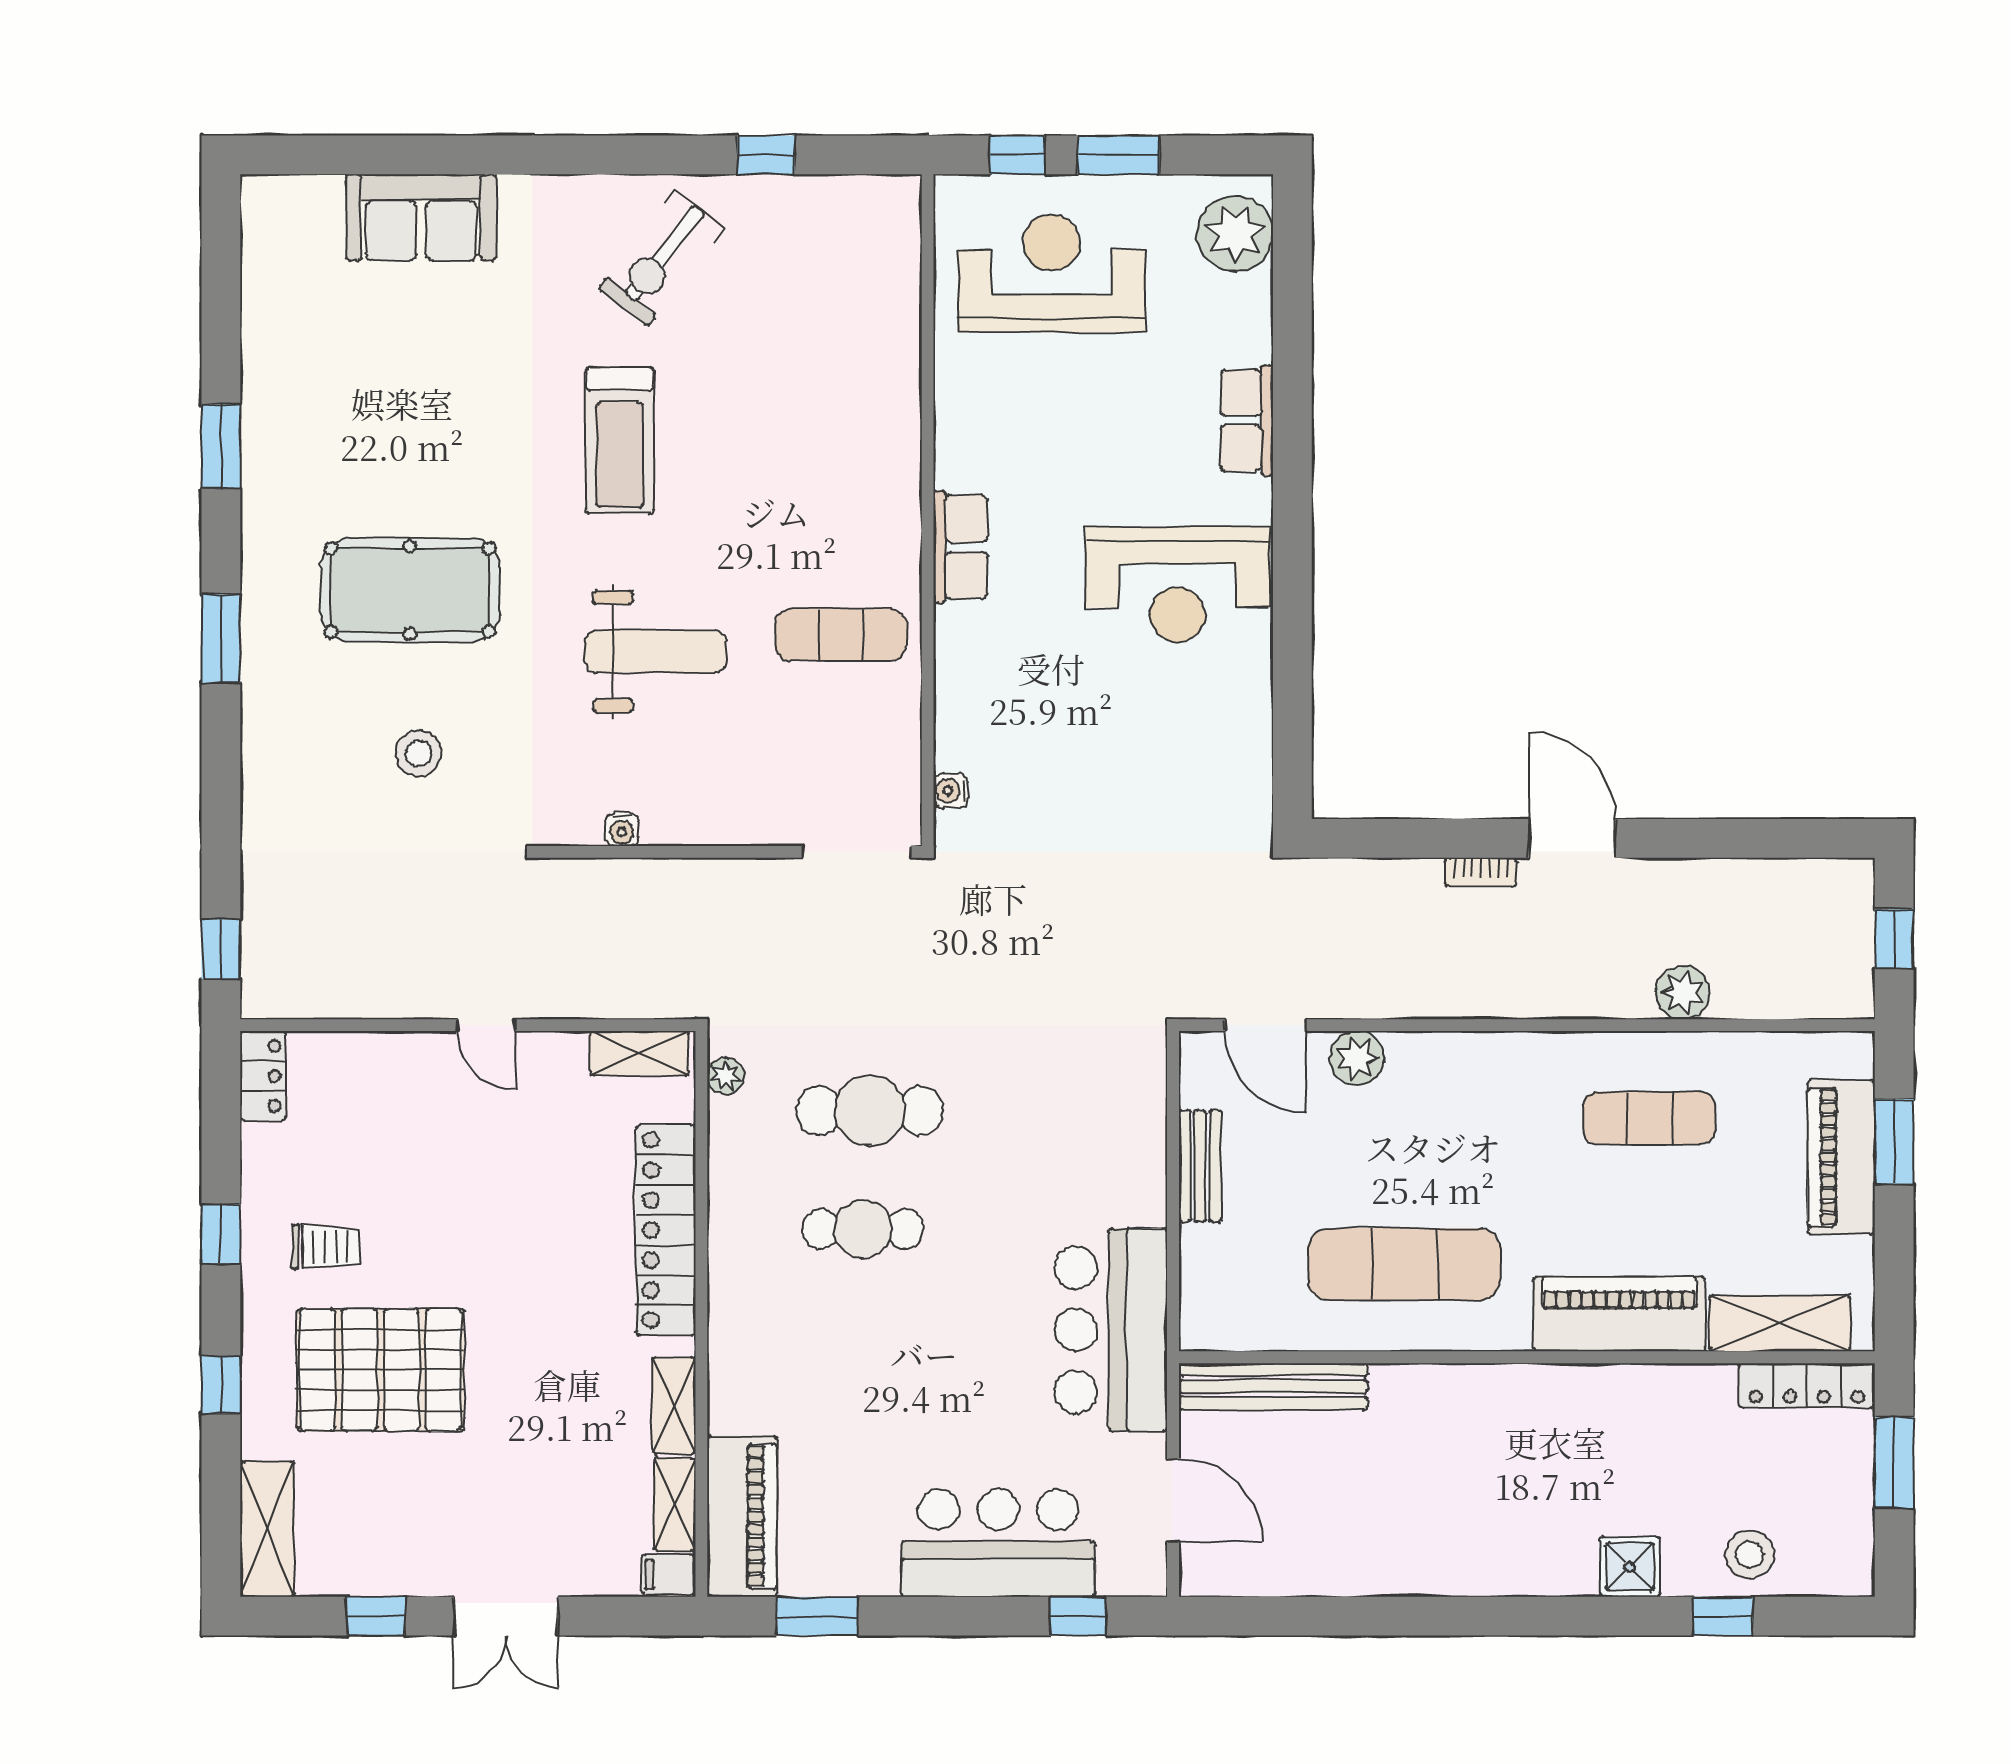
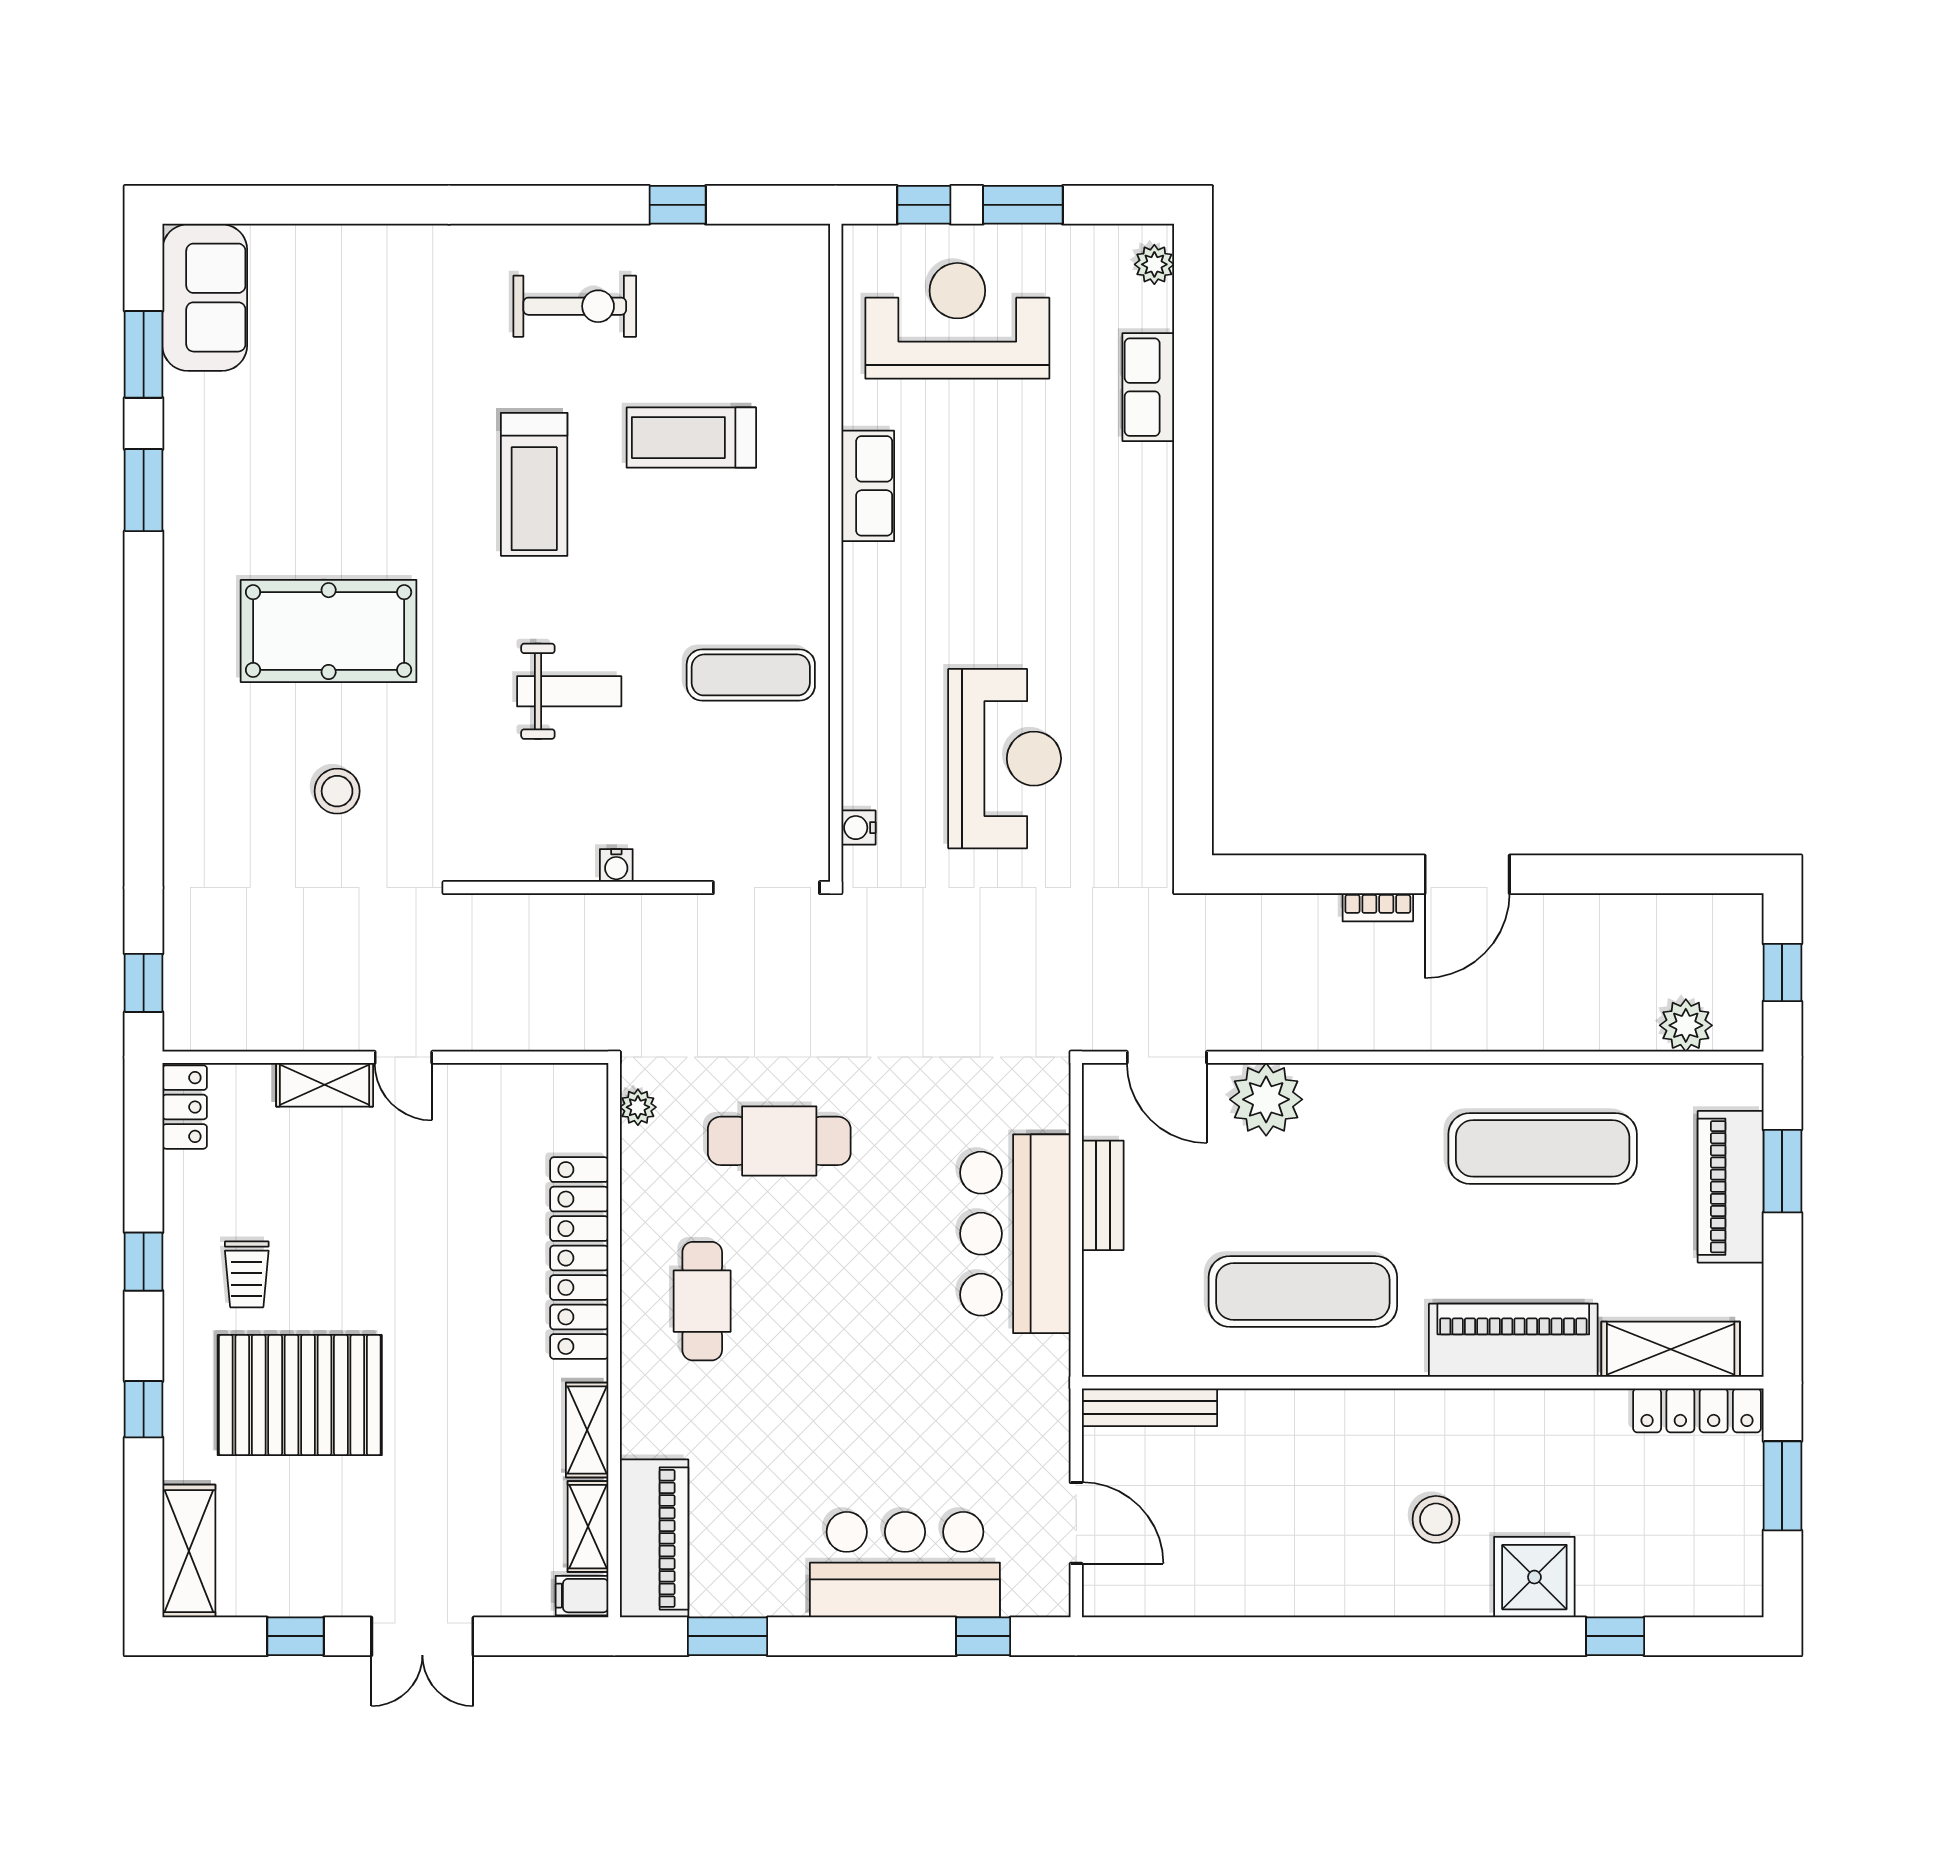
sofa: (421, 217) -> (205, 298), moved, turned -90
plant: (1235, 234) -> (1154, 264), width x0.53, depth x0.53
exercise bike: (661, 258) -> (575, 306), turned -128
treadmill: (780, 393) -> (691, 438), added
row of seats: (1247, 420) -> (1148, 387), moved
row of seats: (960, 547) -> (868, 486), moved
reception desk: (1177, 585) -> (1005, 759), moved, turned -90
window: (221, 639) -> (144, 354), moved
weight bench: (655, 651) -> (569, 691), width x0.73, depth x0.75
water cooler: (622, 829) -> (616, 865), moved
door: (1572, 838) -> (1467, 874), swing flipped
plant: (1683, 993) -> (1686, 1025), moved
shelving: (639, 1053) -> (325, 1085), moved
plant: (1357, 1058) -> (1266, 1099), width x1.36, depth x1.36
exercise mat: (1649, 1118) -> (1543, 1148), width x1.36, depth x1.45
cafe table: (863, 1229) -> (702, 1301), moved, turned 90
trolley: (326, 1247) -> (247, 1274), turned 90
bar counter: (1111, 1330) -> (1015, 1234), moved
bench: (1273, 1387) -> (1149, 1407), width x0.73, depth x0.82
stool: (1750, 1555) -> (1436, 1519), moved
shower: (1630, 1567) -> (1534, 1577), width x1.36, depth x1.36

